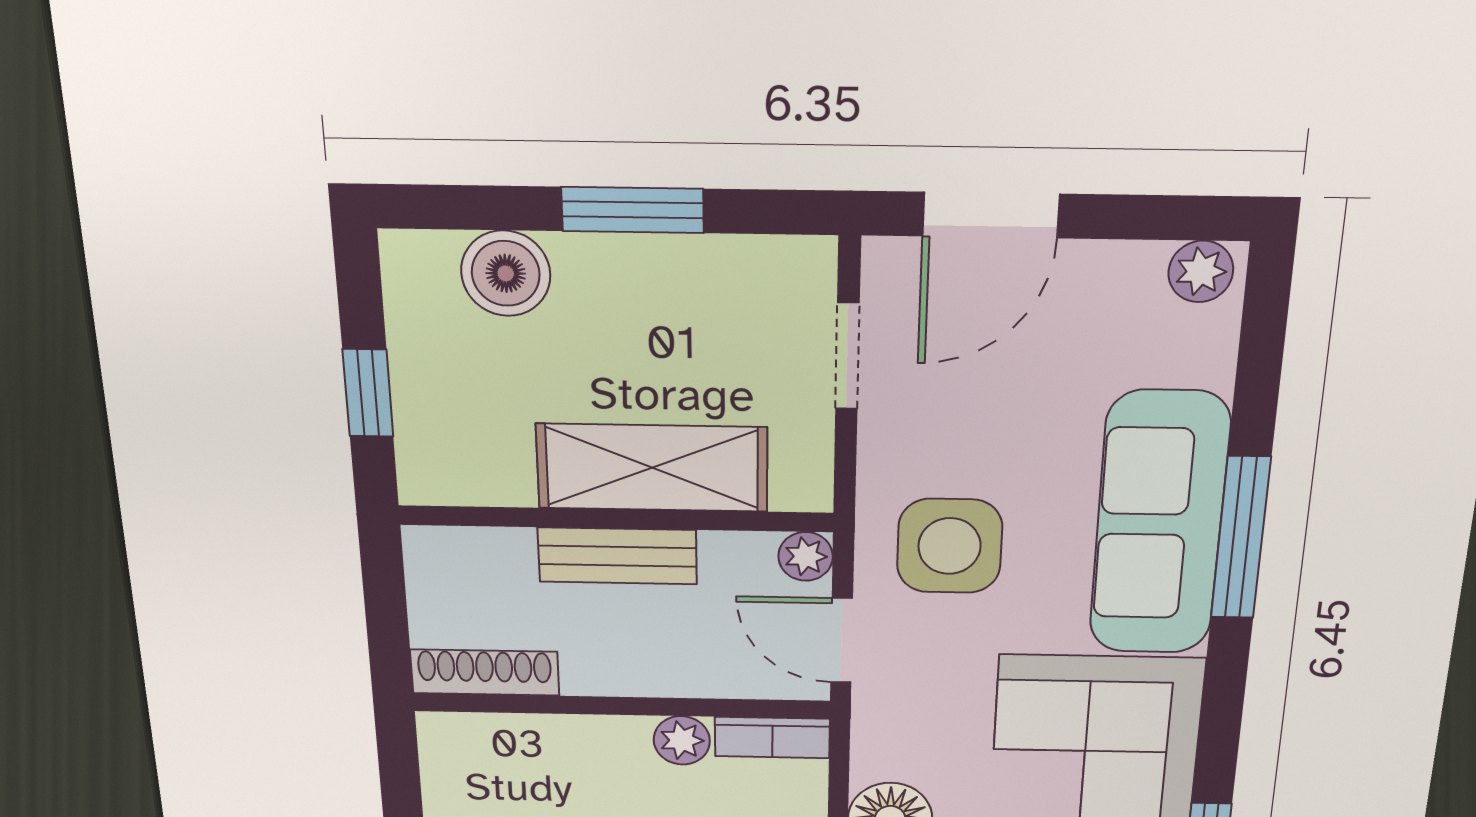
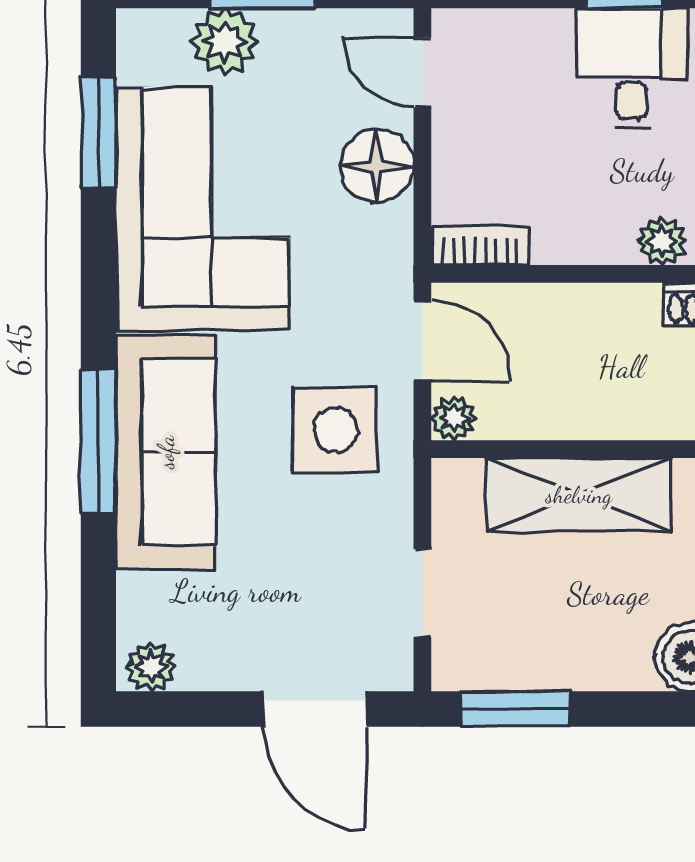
window: (633, 210) -> (515, 709), moved
door: (991, 215) -> (315, 709), swing flipped
bench: (617, 556) -> (609, 415), removed
plant: (682, 740) -> (662, 241), moved

